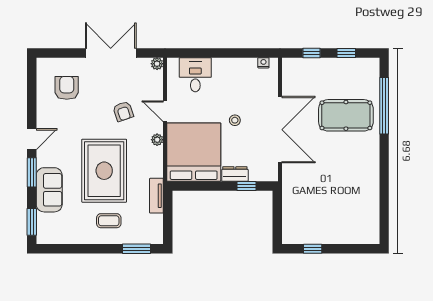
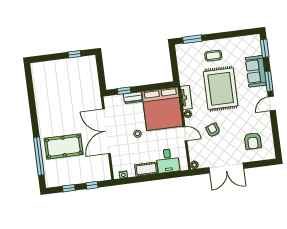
cot: (229, 66) -> (146, 169), added
tv unit: (156, 196) -> (186, 97), moved

